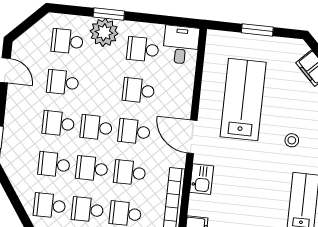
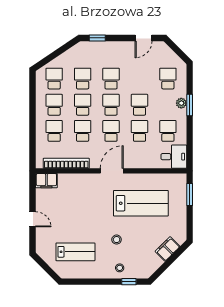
window: (257, 30) -> (190, 194), moved
plant: (104, 32) -> (181, 103), width x0.53, depth x0.53
school desk: (63, 82) -> (139, 105), moved
kitchen sink: (202, 179) -> (83, 181), removed

